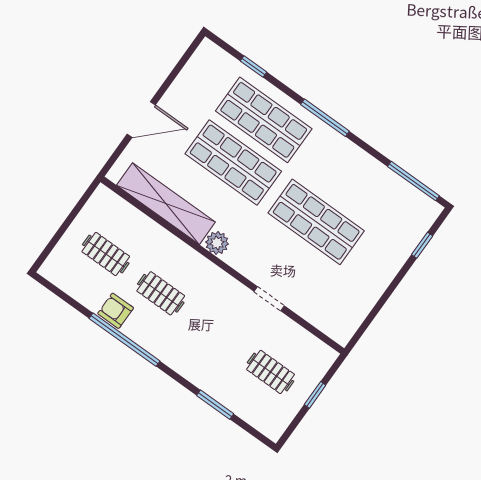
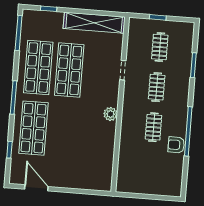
door: (141, 119) -> (36, 188), moved
shop shelf: (233, 162) -> (38, 68), moved
shelving: (166, 204) -> (94, 23), moved, turned 90
clothes rail: (106, 254) -> (157, 87), moved
armchair: (116, 311) -> (176, 145), turned 90

